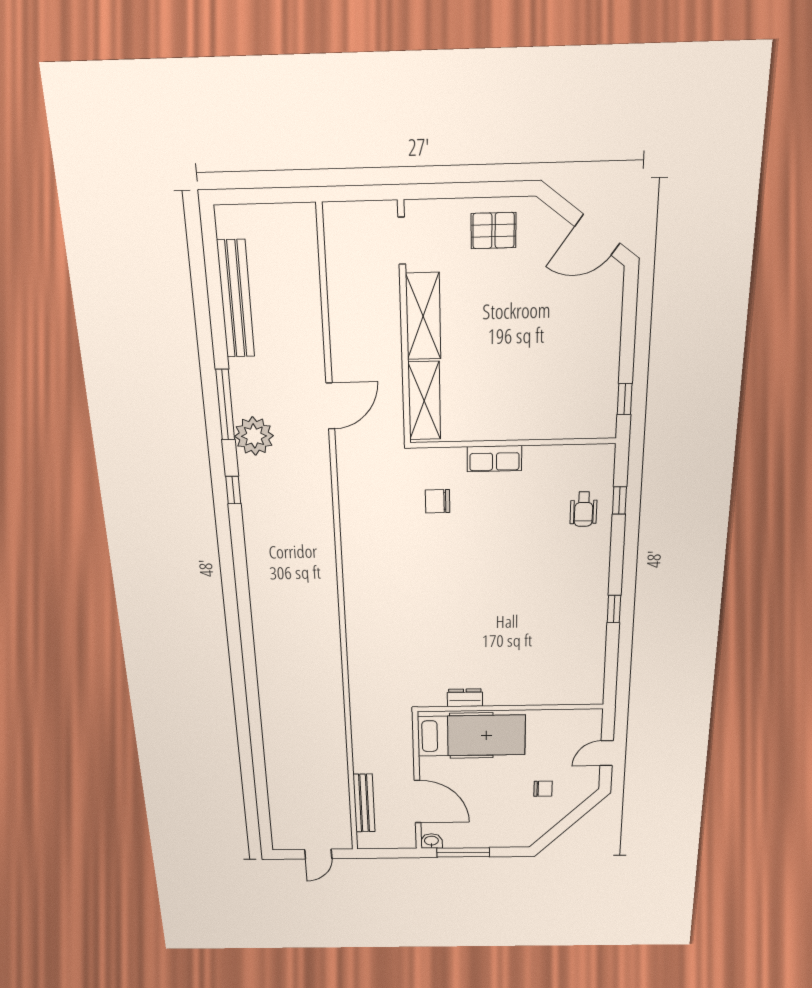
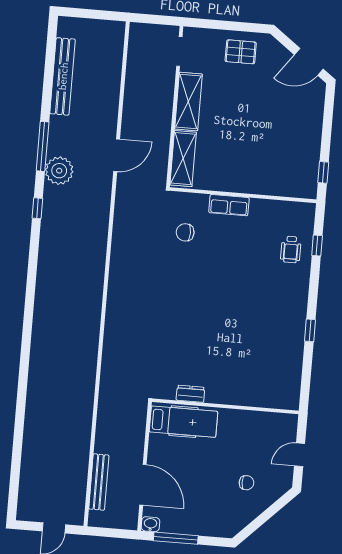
hospital bed: (471, 736) -> (183, 422), width x0.73, depth x0.78

